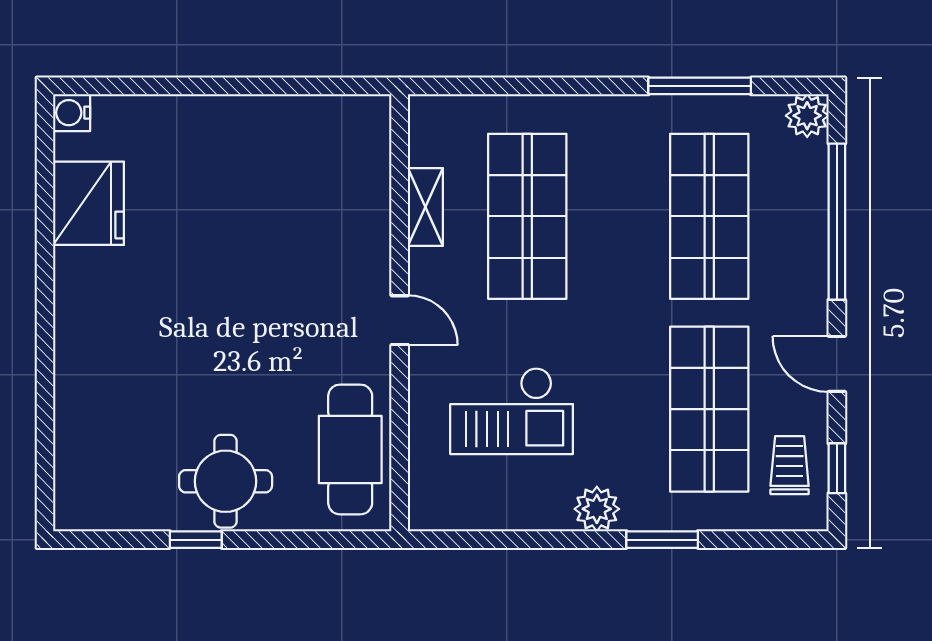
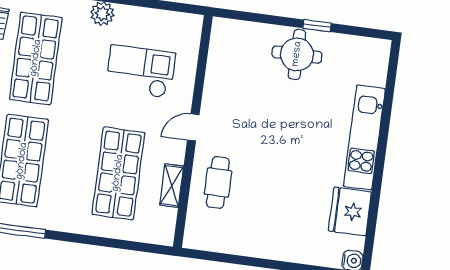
door: (400, 320) -> (193, 127), hinge flipped
kitchen unit: (80, 344) -> (364, 137), added
cafe table: (350, 449) -> (218, 183), moved, width x0.73, depth x0.74

